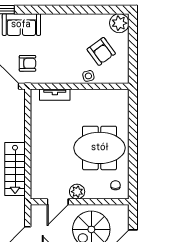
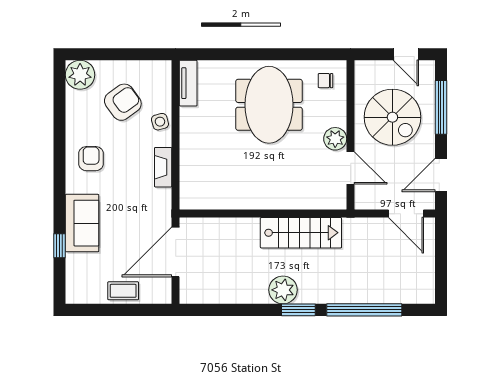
armchair: (28, 63) -> (91, 159), moved
fireplace: (58, 78) -> (163, 167), added
tv unit: (55, 95) -> (188, 83), moved

